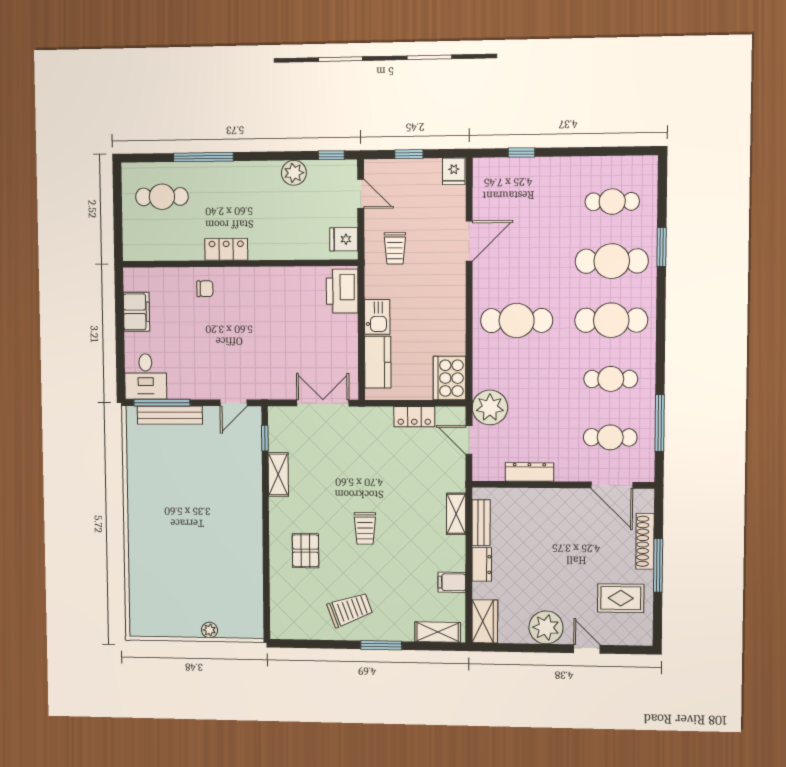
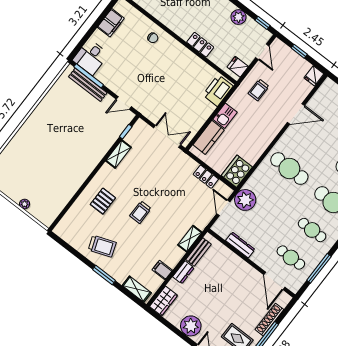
locker: (226, 249) -> (200, 45), moved

